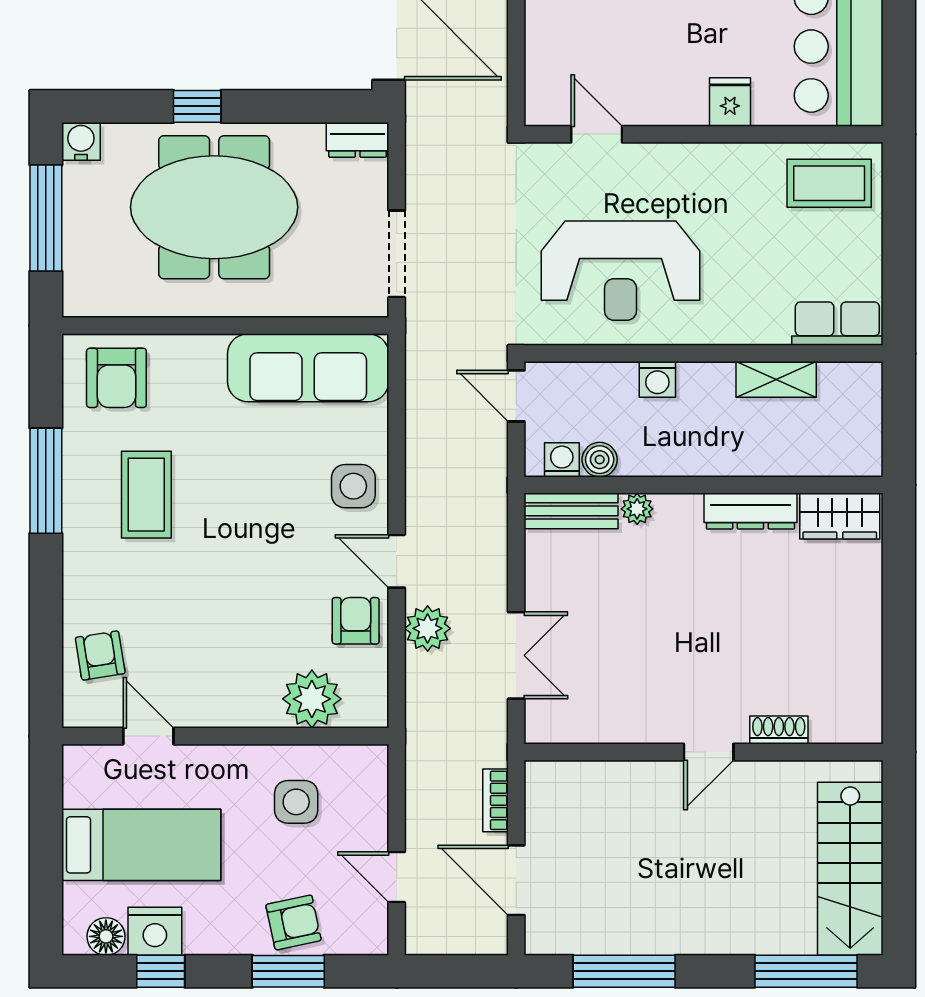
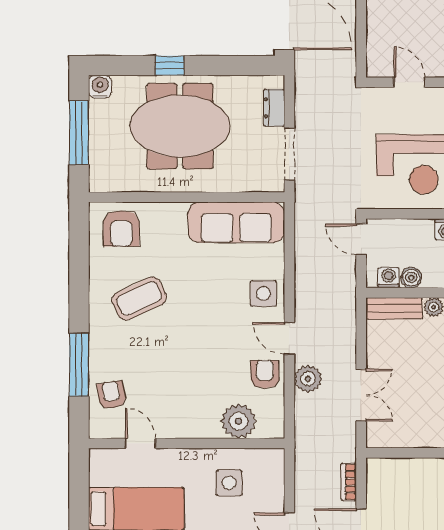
dresser: (358, 140) -> (274, 108), moved, turned 90
window: (46, 481) -> (79, 365), moved
coffee table: (146, 495) -> (139, 299), turned 65

